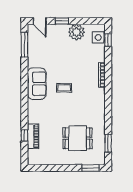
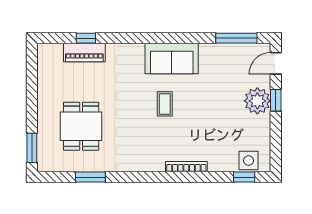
plant: (76, 32) -> (257, 101), moved
window: (108, 143) -> (90, 177), moved

